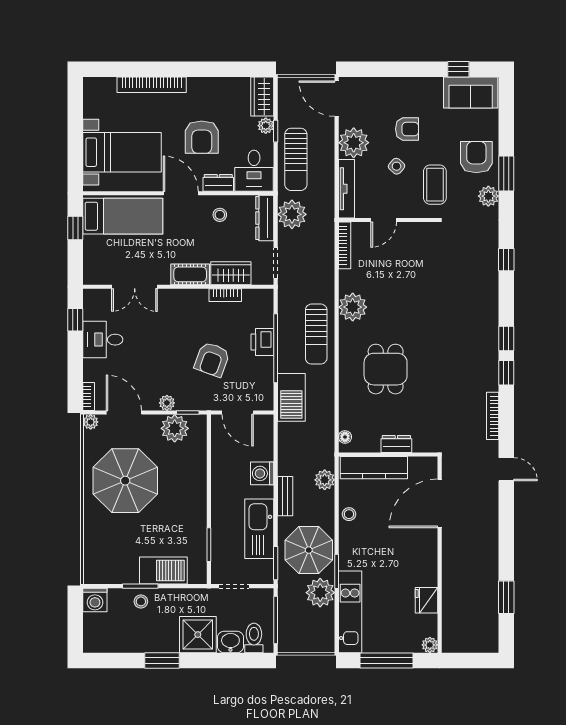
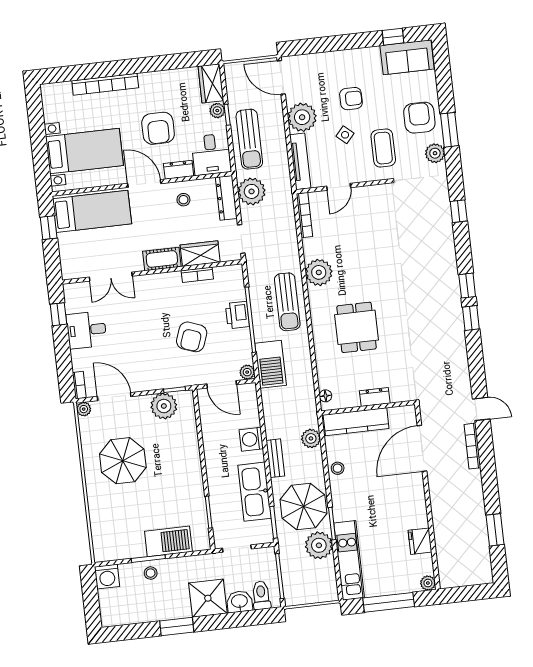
plant: (167, 403) -> (247, 372), moved
bookcase: (493, 416) -> (472, 446), moved
parasol: (125, 481) -> (123, 461), width x0.73, depth x0.73

